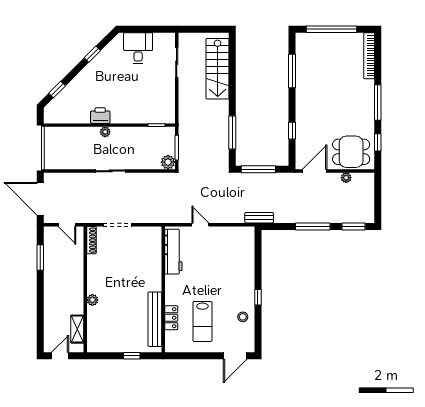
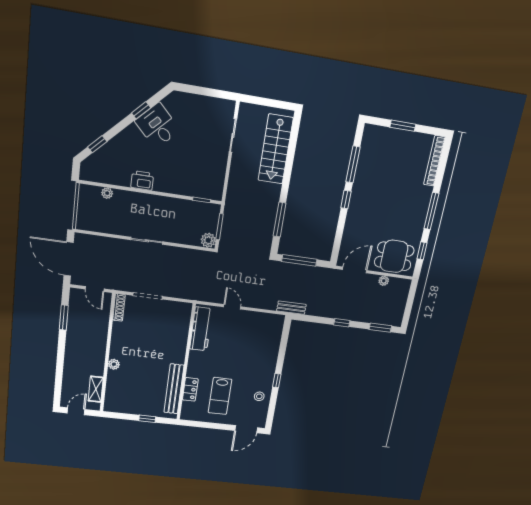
window: (332, 29) -> (403, 126), width x0.47
desk: (138, 48) -> (158, 126), moved, turned -45
window: (292, 131) -> (346, 200), moved
plant: (105, 132) -> (107, 193), moved
window: (313, 227) -> (342, 323), width x0.46

